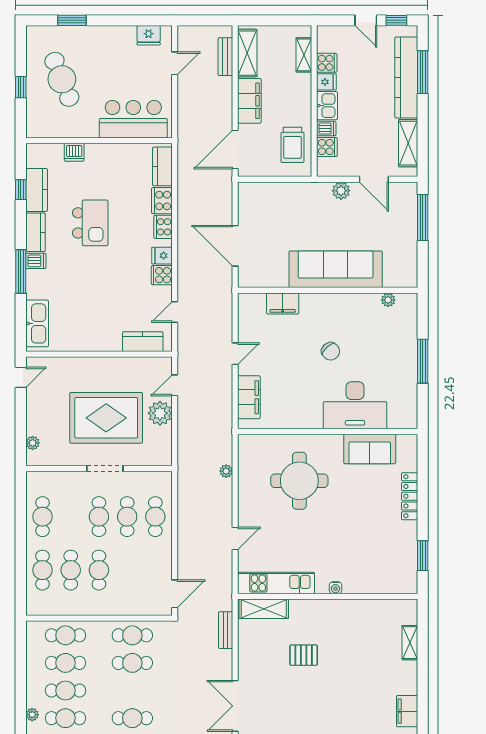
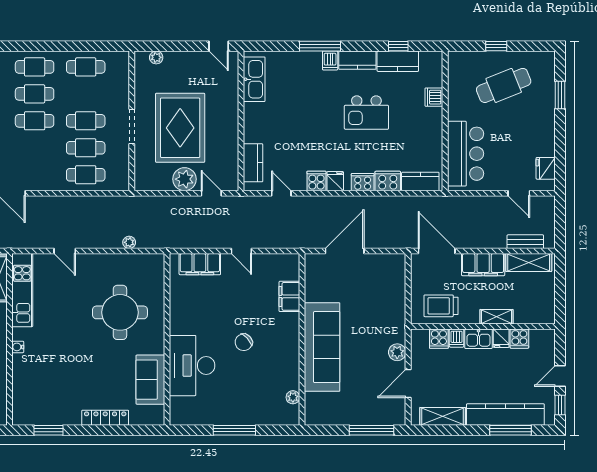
shelving: (304, 55) -> (497, 317), moved
kitchen sink: (37, 323) -> (254, 79), moved, turned -90

